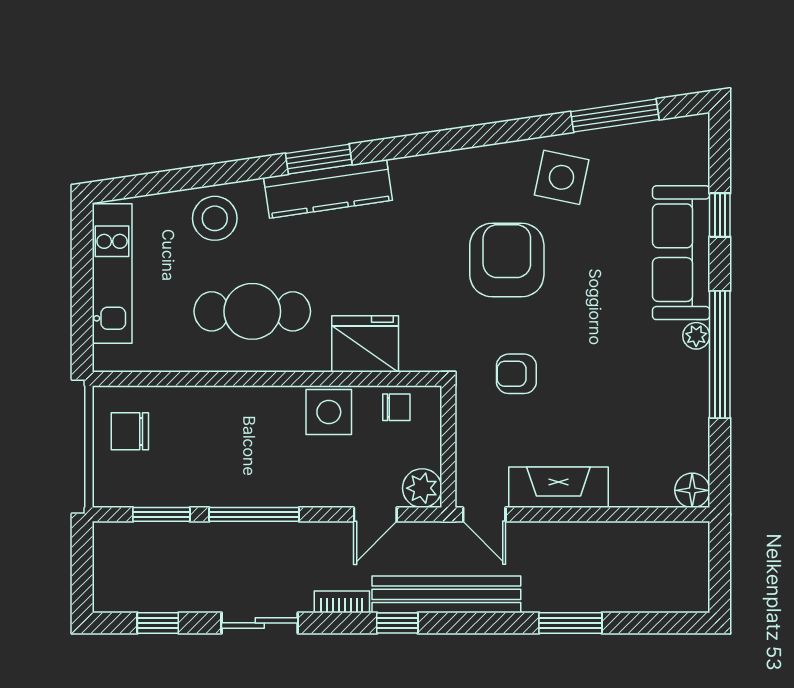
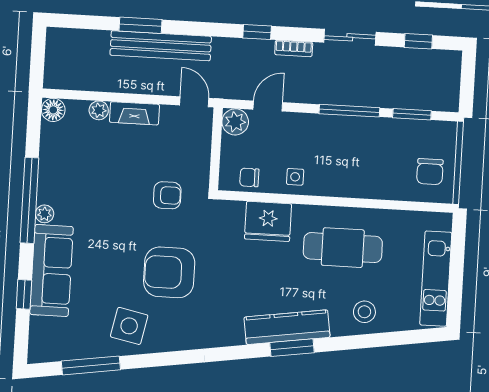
stool: (215, 218) -> (364, 312), width x0.73, depth x0.73
armchair: (507, 260) -> (169, 272), turned 90
side table: (329, 412) -> (295, 177), width x0.54, depth x0.54
chair: (130, 431) -> (430, 172), turned 90
fireplace: (558, 487) -> (134, 113), width x0.73, depth x0.76
plant: (625, 494) -> (99, 110), added
bench: (446, 594) -> (161, 46), moved

